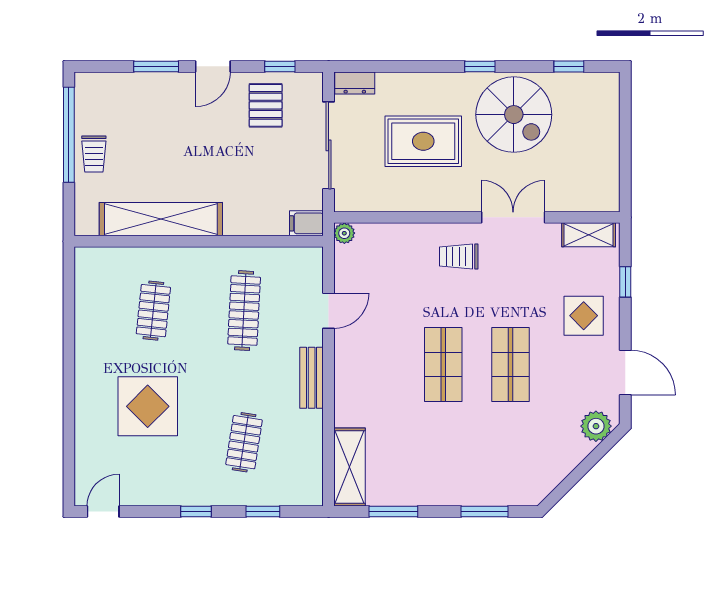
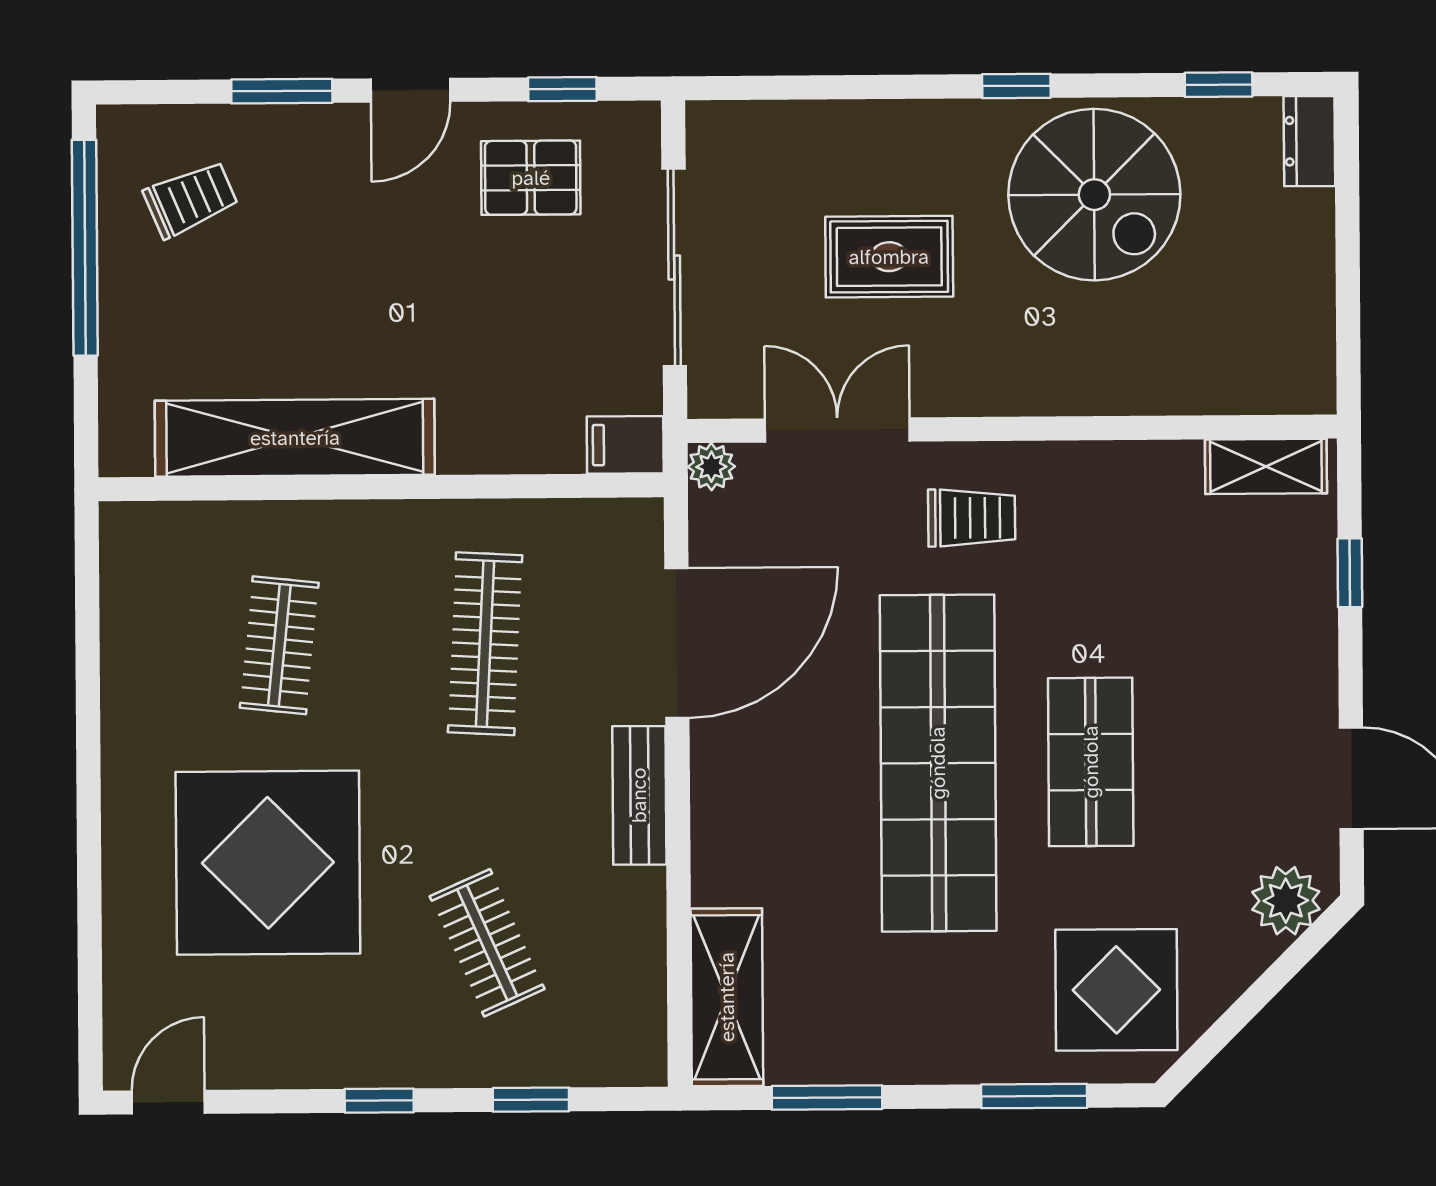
dresser: (355, 83) -> (1309, 141), moved, turned 90
pallet: (266, 105) -> (531, 178), turned 90
rug: (423, 141) -> (889, 257), width x0.73, depth x0.70
trolley: (94, 154) -> (191, 199), moved, turned -113
double door: (513, 217) -> (837, 430), moved
trolley: (459, 257) -> (972, 518), turned 180
door: (329, 311) -> (677, 643), width x1.88
display table: (584, 316) -> (1116, 990), moved, width x1.36, depth x1.36
shop shelf: (443, 364) -> (938, 763), width x2.00, depth x1.36
display table: (148, 406) -> (268, 863), width x1.36, depth x1.36
clothes rail: (244, 442) -> (487, 943), turned -33

